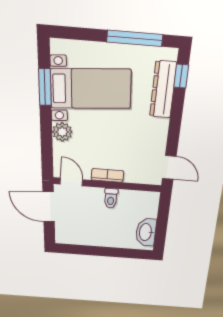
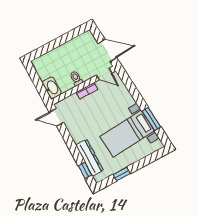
window: (135, 38) -> (122, 174), width x0.46
plant: (62, 132) -> (127, 100), removed
washbasin: (146, 232) -> (52, 88), moved

